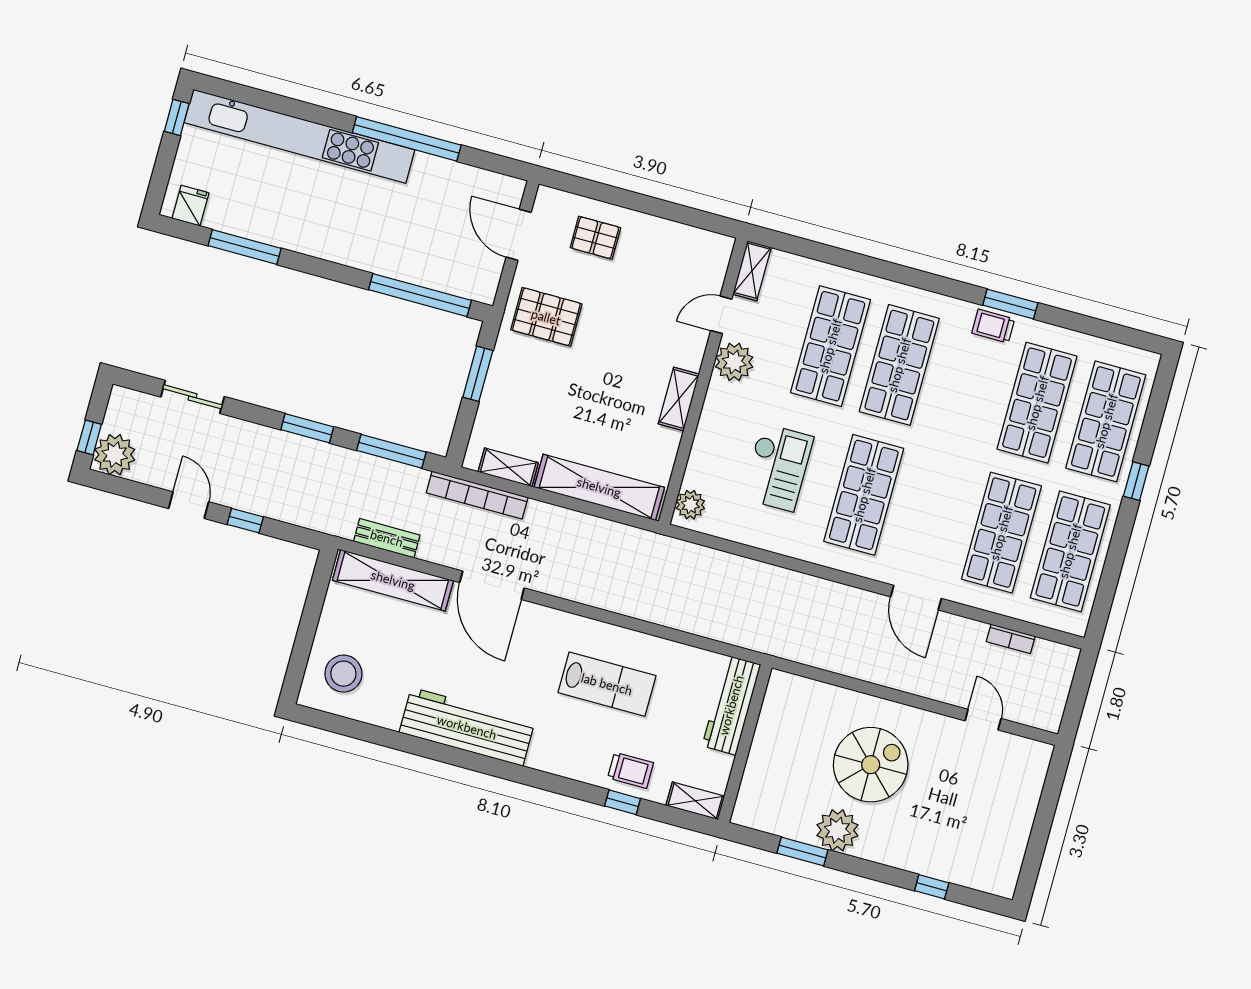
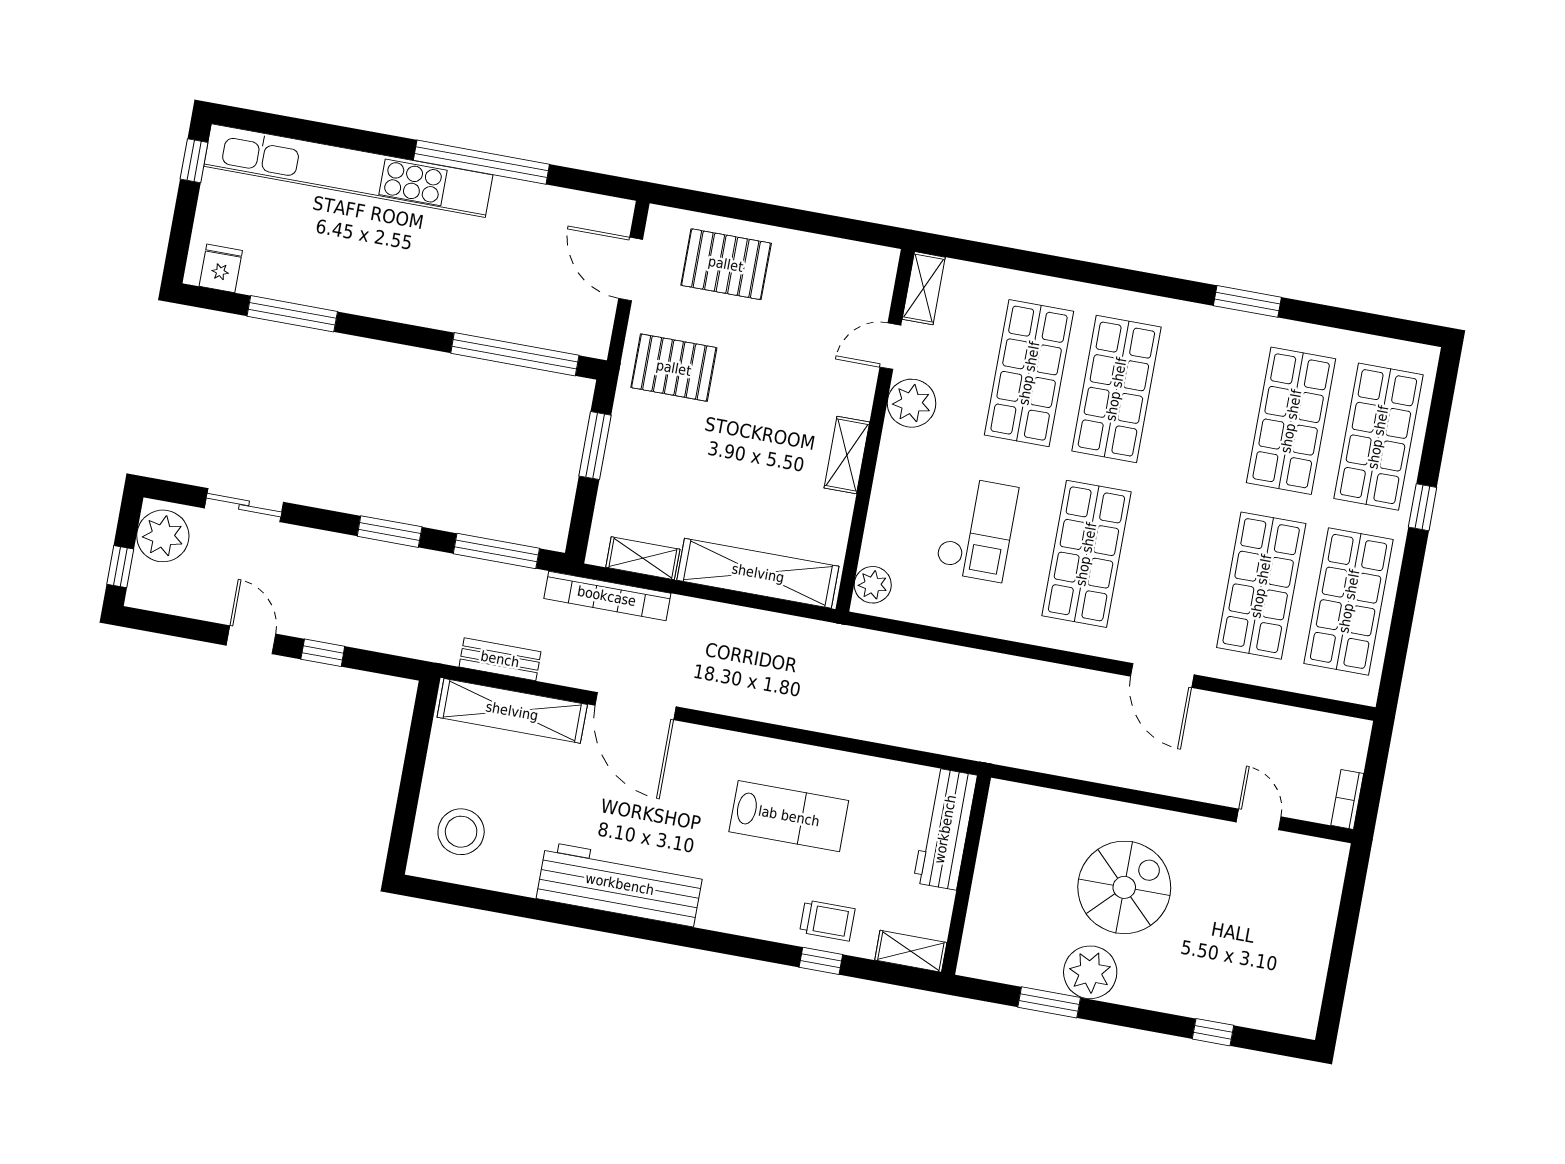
pallet: (595, 238) -> (726, 264), width x1.50, depth x1.42
trolley: (993, 326) -> (1229, 331), removed
plant: (115, 455) -> (163, 536), moved
bookcase: (1011, 639) -> (1347, 799), moved, turned 90

